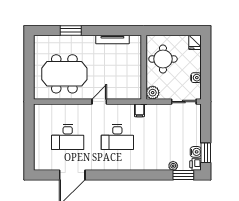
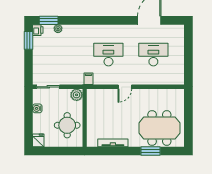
meeting table: (64, 74) -> (159, 128), moved
water cooler: (196, 152) -> (38, 41), removed

